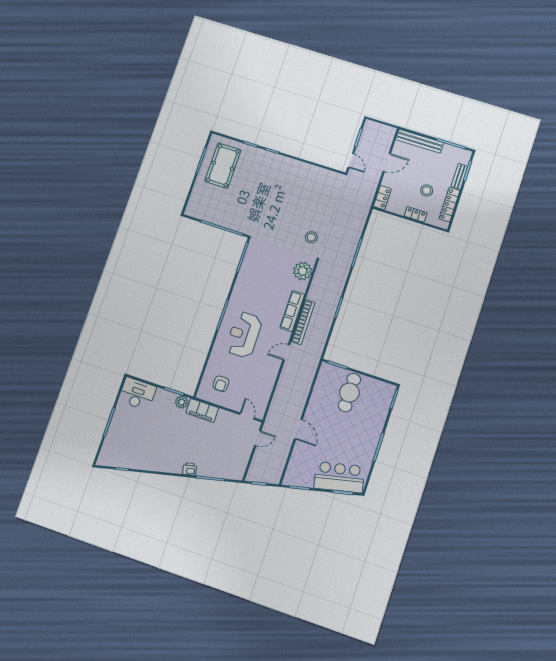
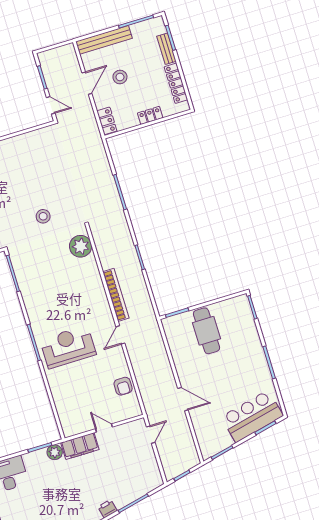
stool: (427, 190) -> (120, 77), moved
stool: (311, 237) -> (43, 216), moved
row of seats: (292, 311) -> (98, 292), removed
reception desk: (244, 335) -> (68, 347), turned 90
armchair: (221, 384) -> (123, 386), moved
door: (247, 416) -> (104, 428), moved

